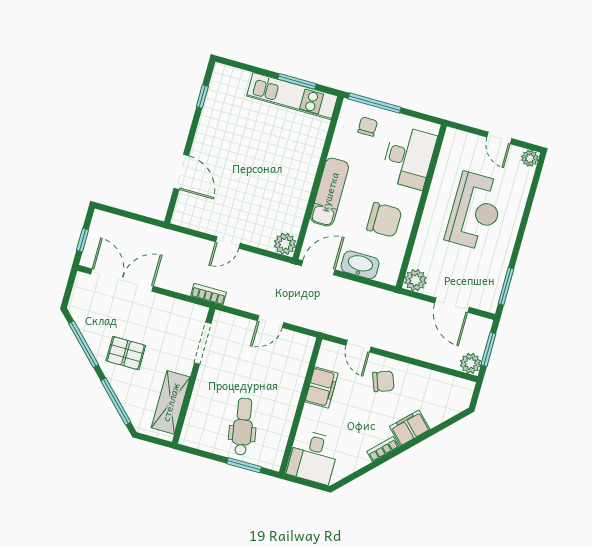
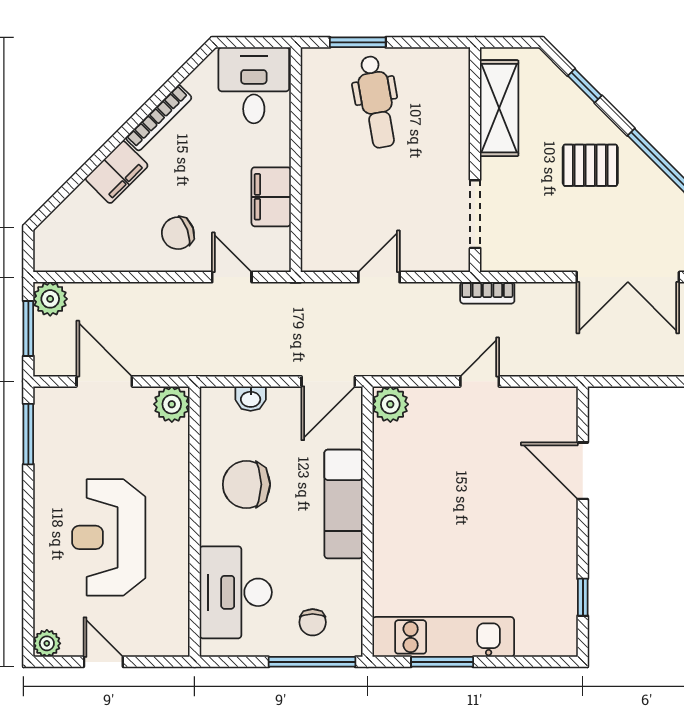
washbasin: (360, 265) -> (251, 399), width x0.52, depth x0.69
window: (116, 401) -> (585, 86), width x0.46
bookcase: (383, 449) -> (159, 118), width x1.56

